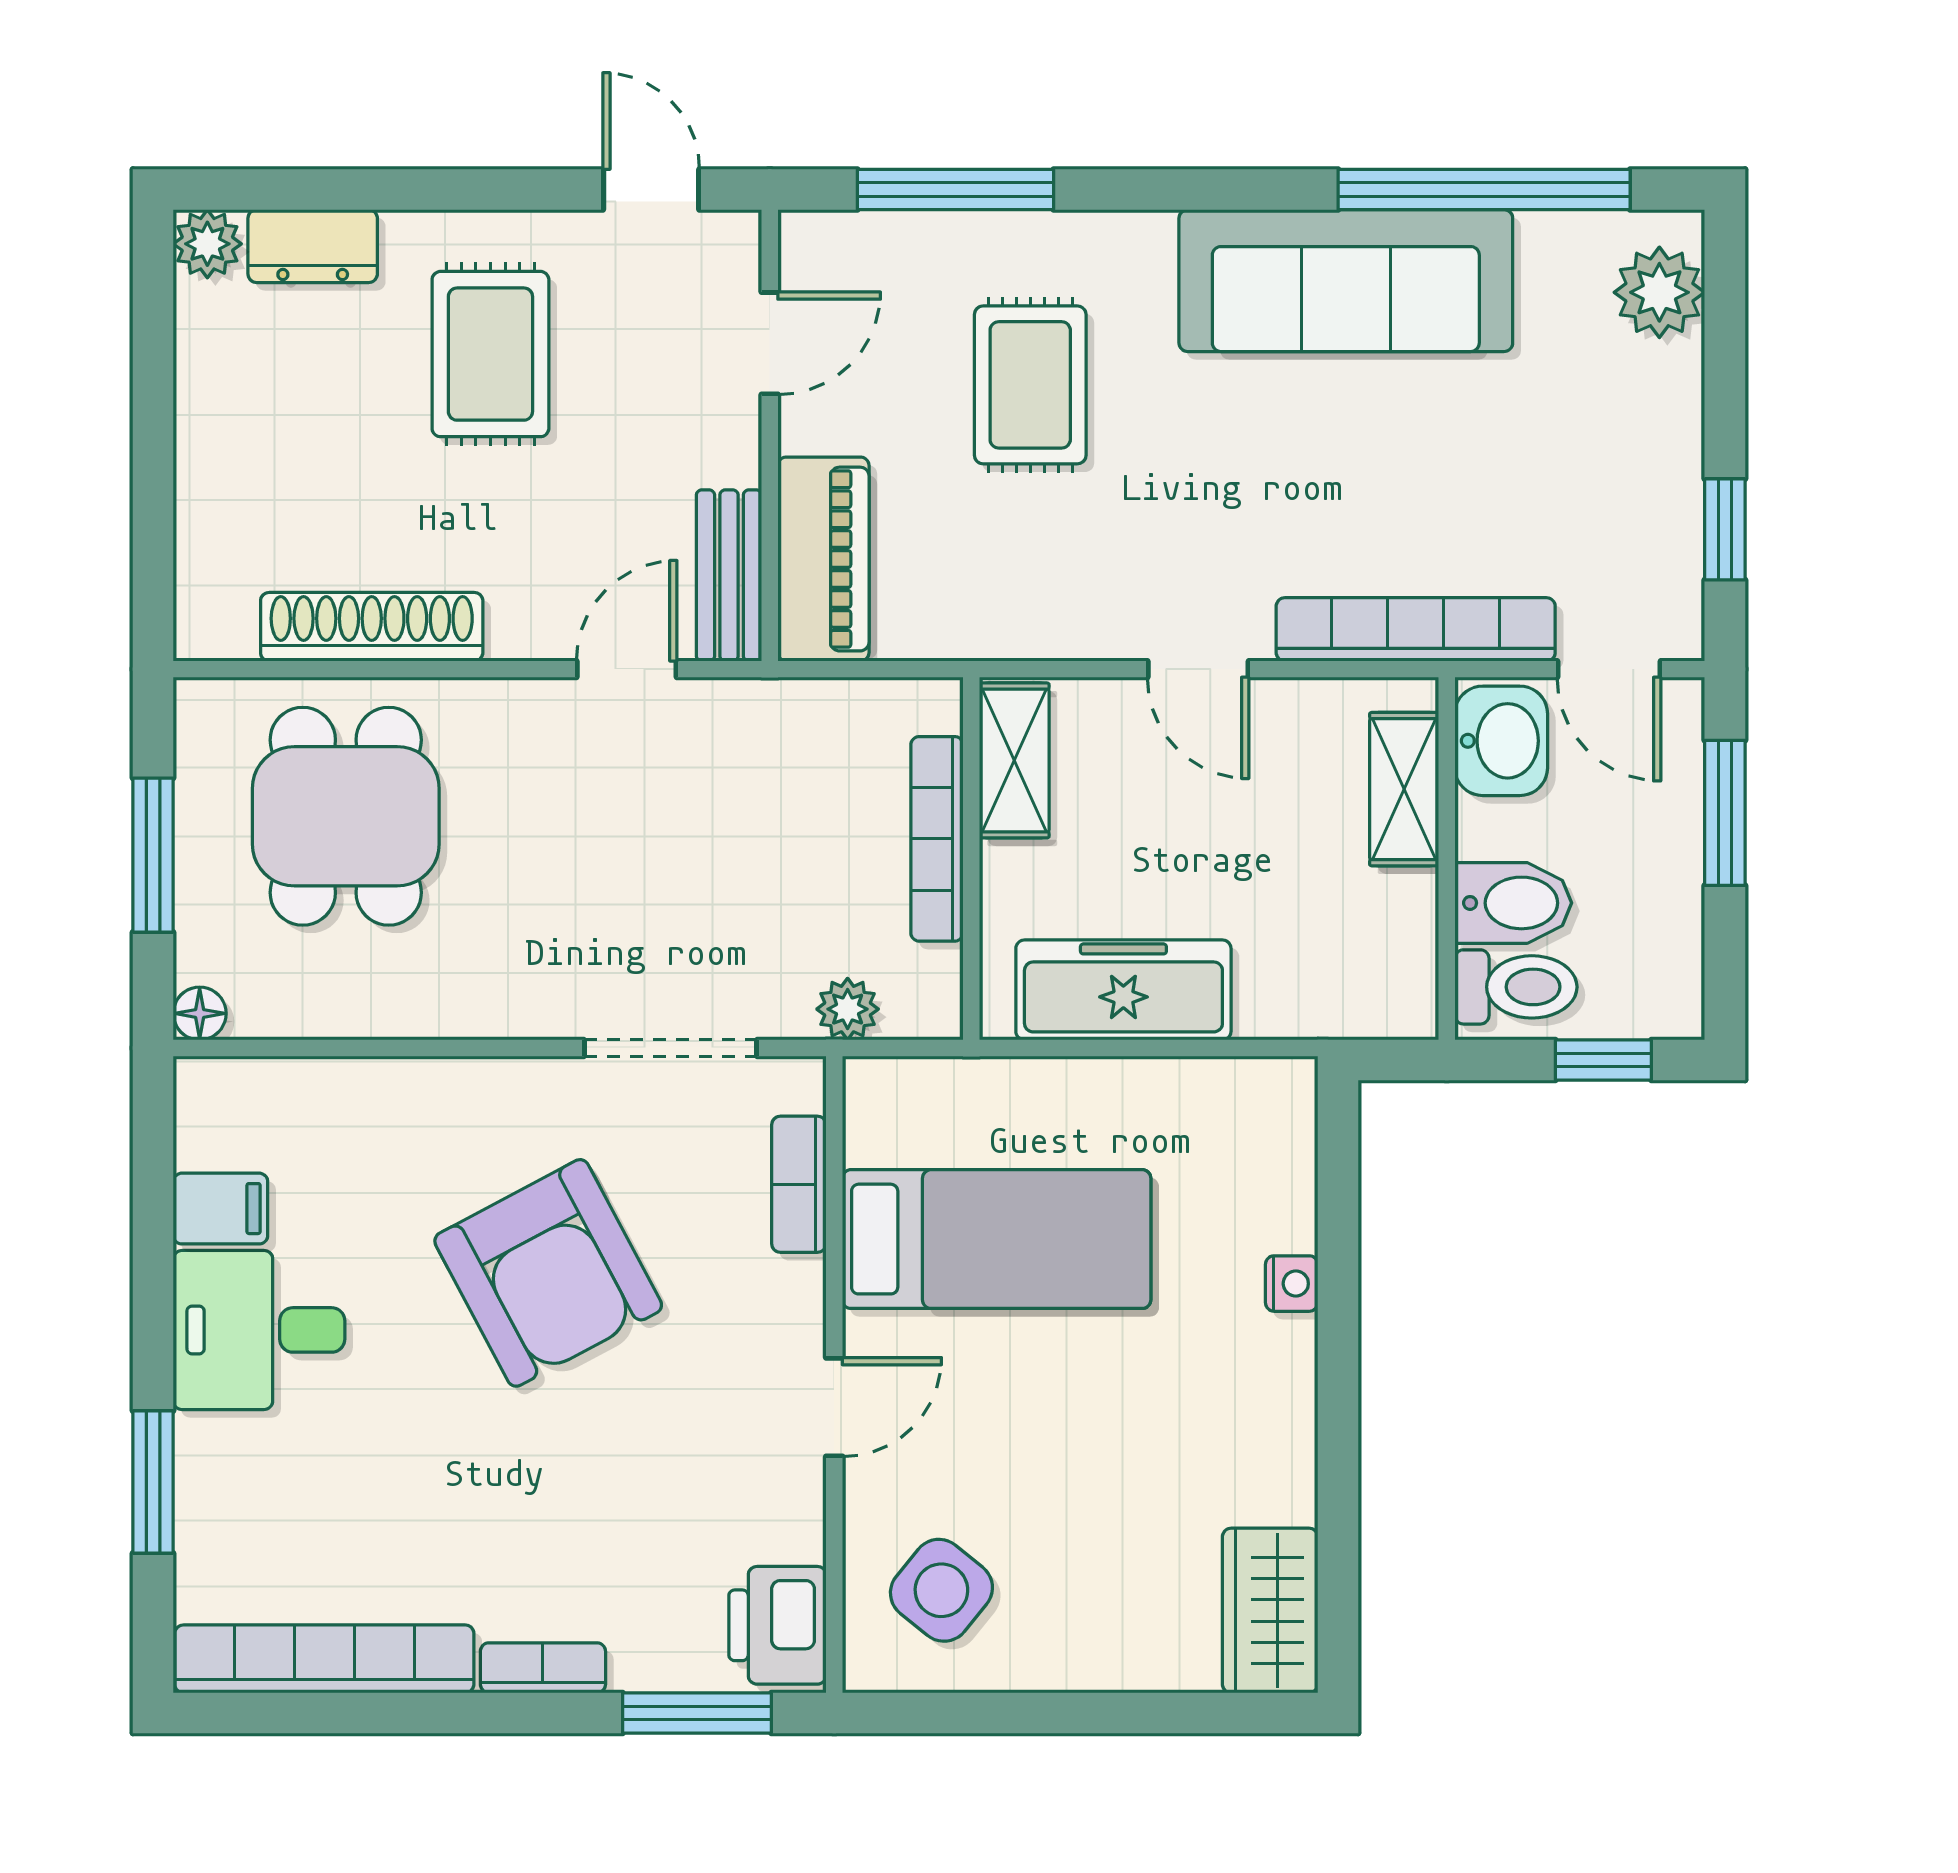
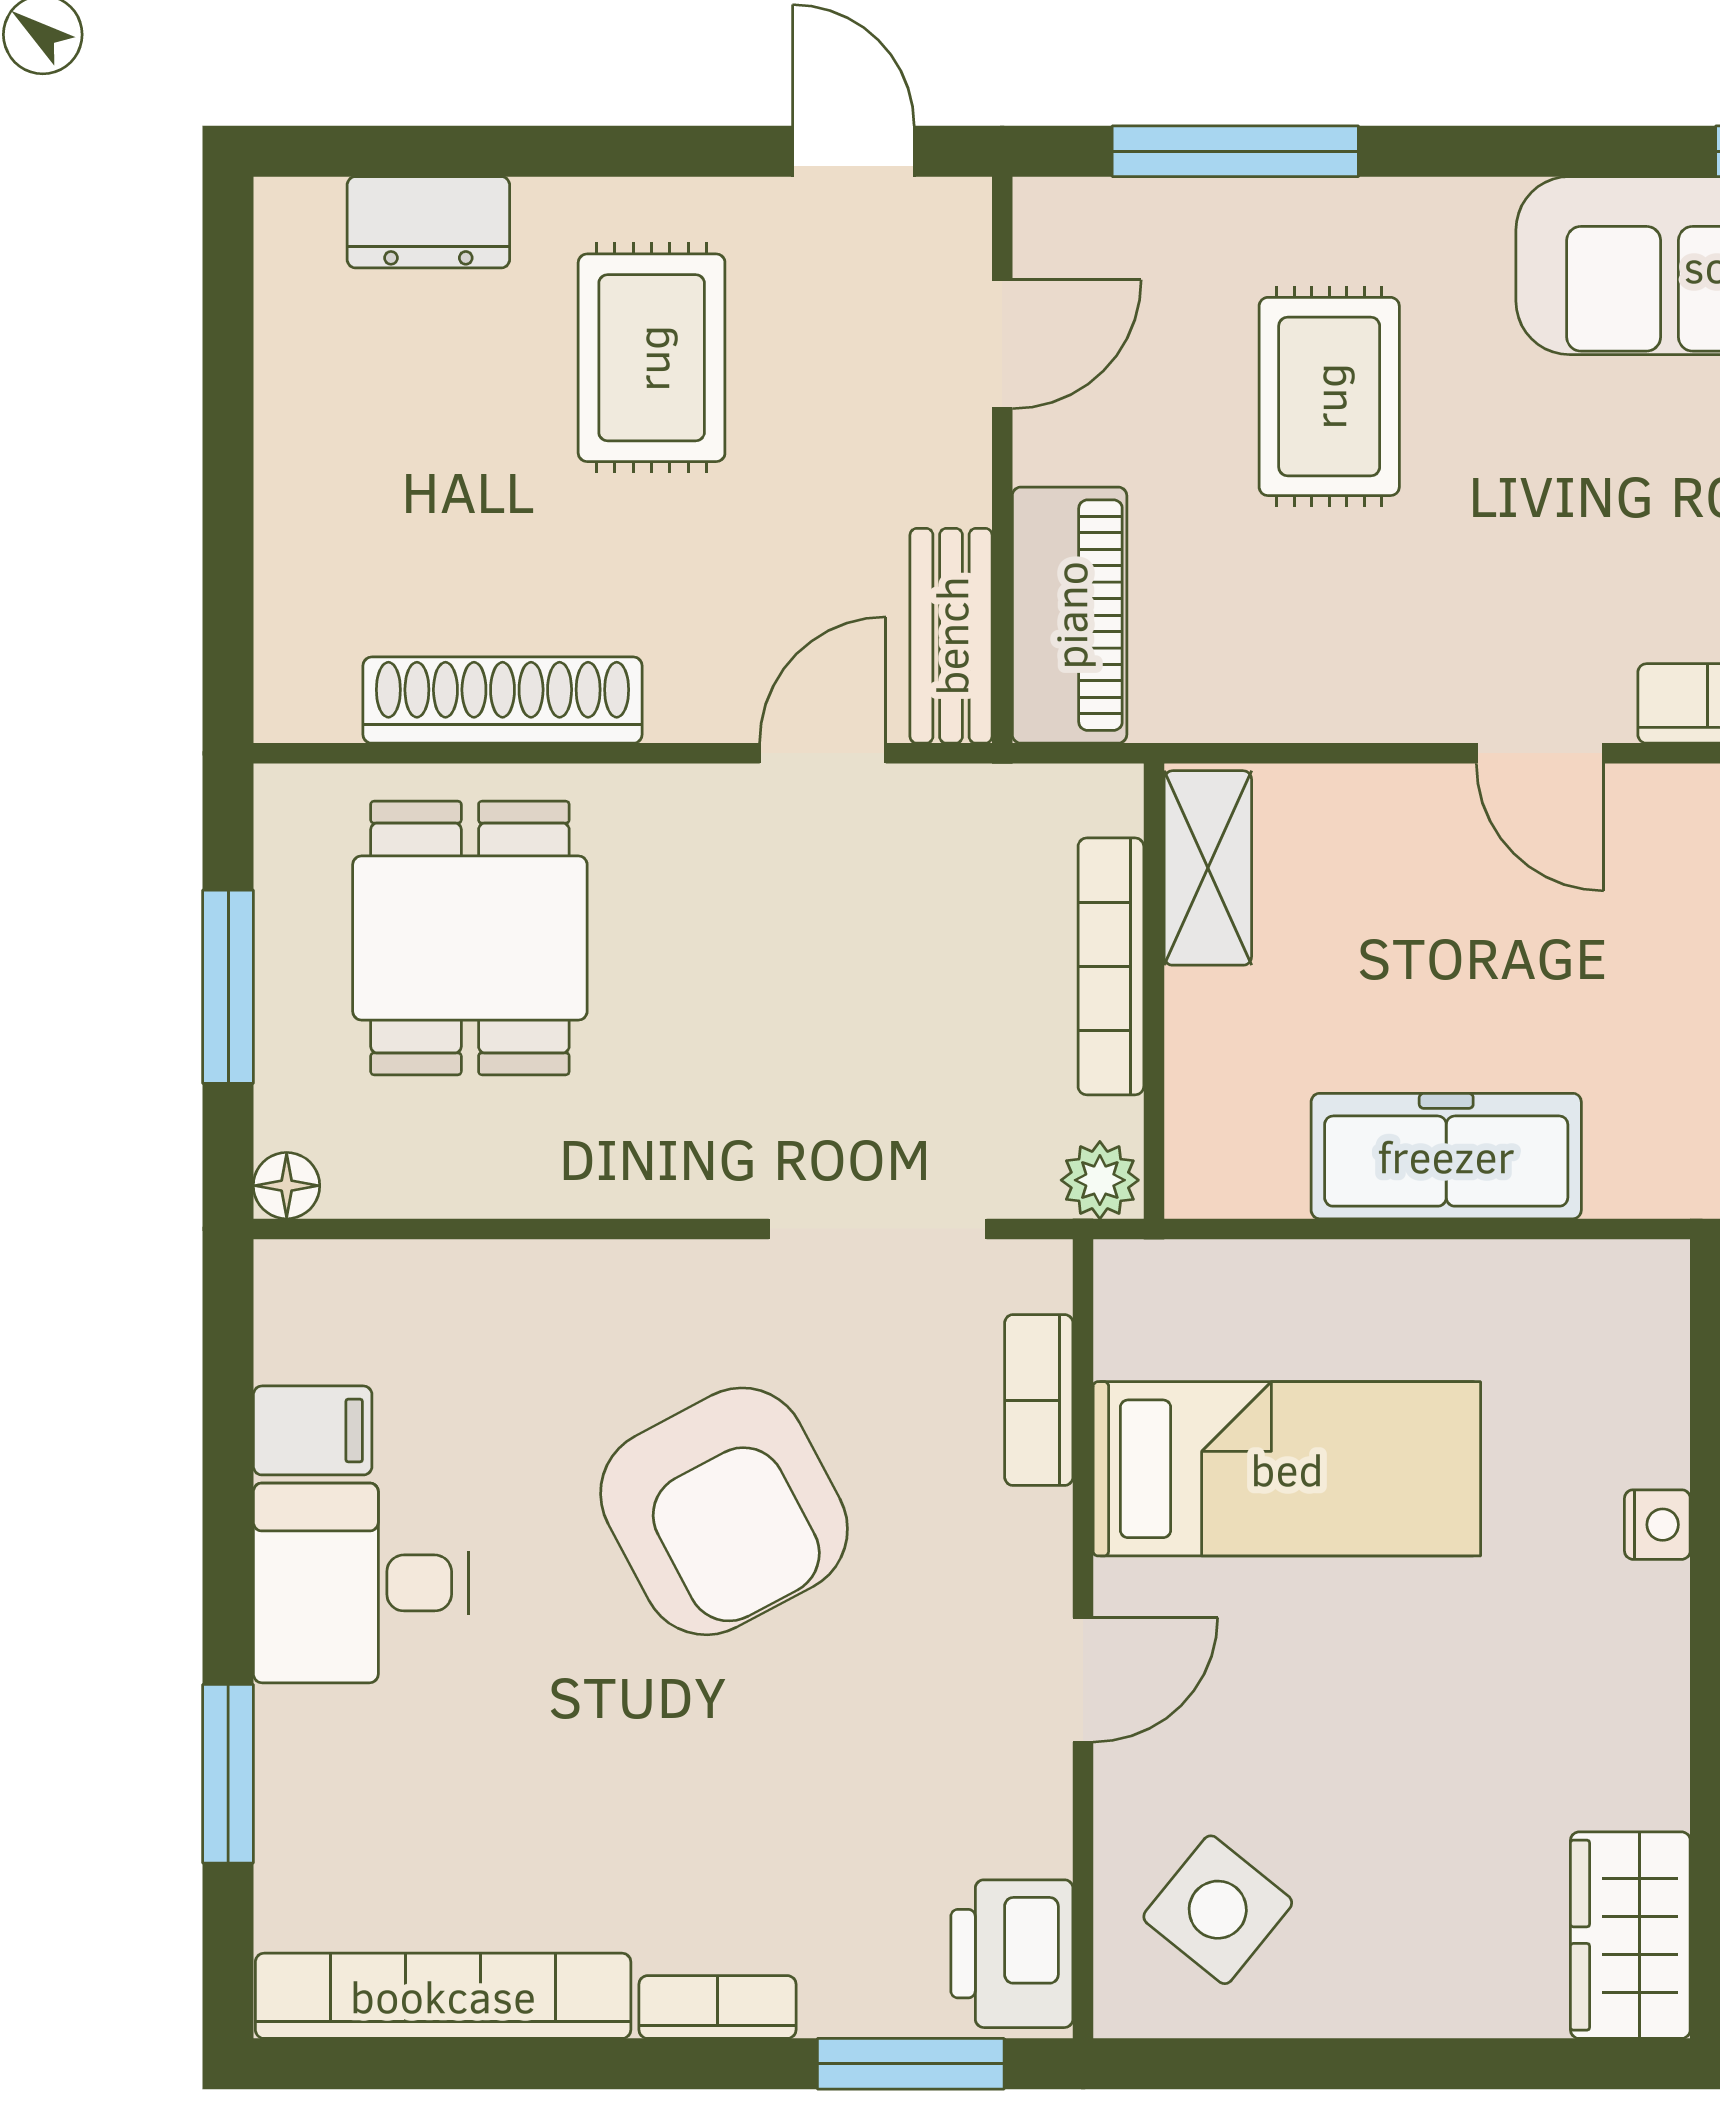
plant: (207, 244) -> (296, 219), removed
shelving: (1014, 760) -> (1208, 868), moved
bookcase: (937, 839) -> (1111, 966), moved
wall: (971, 859) -> (1154, 991), moved

